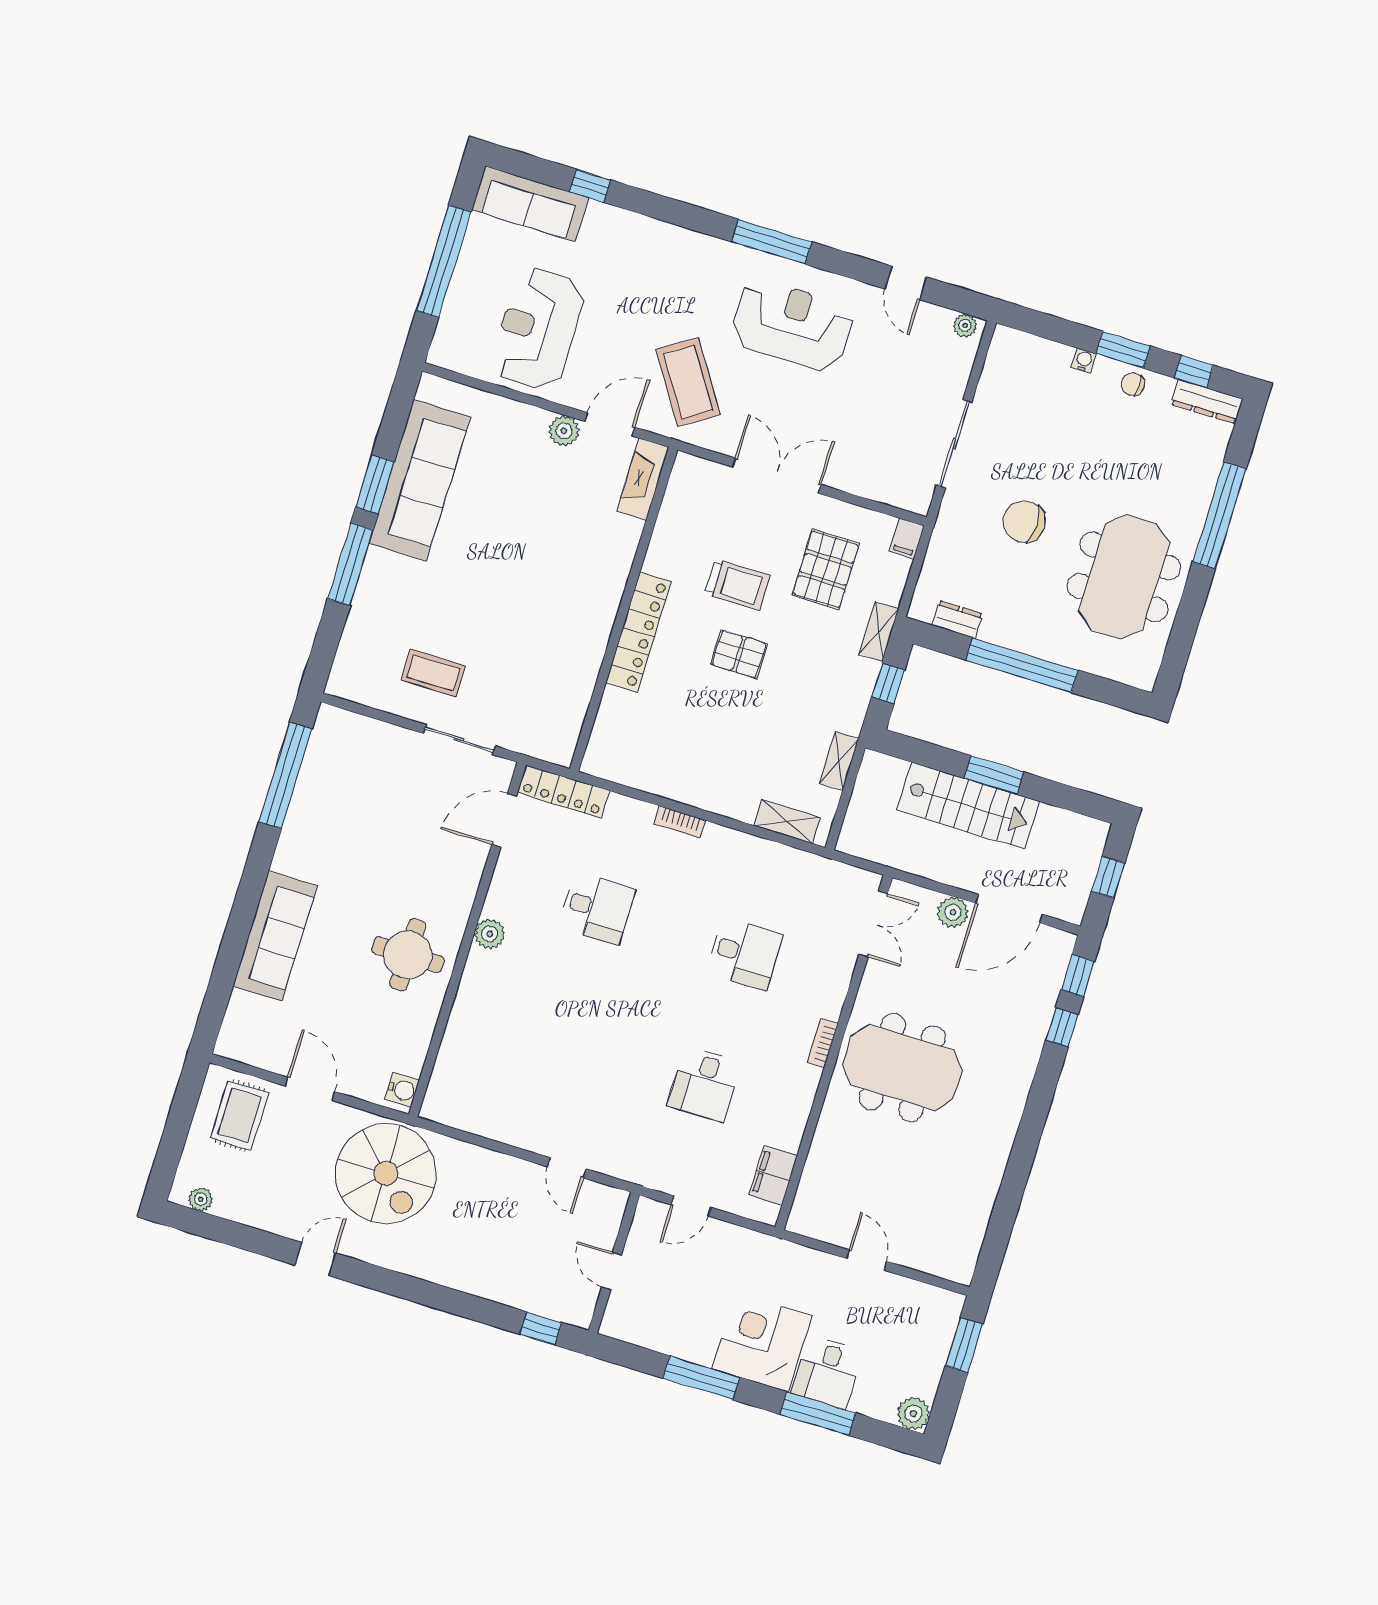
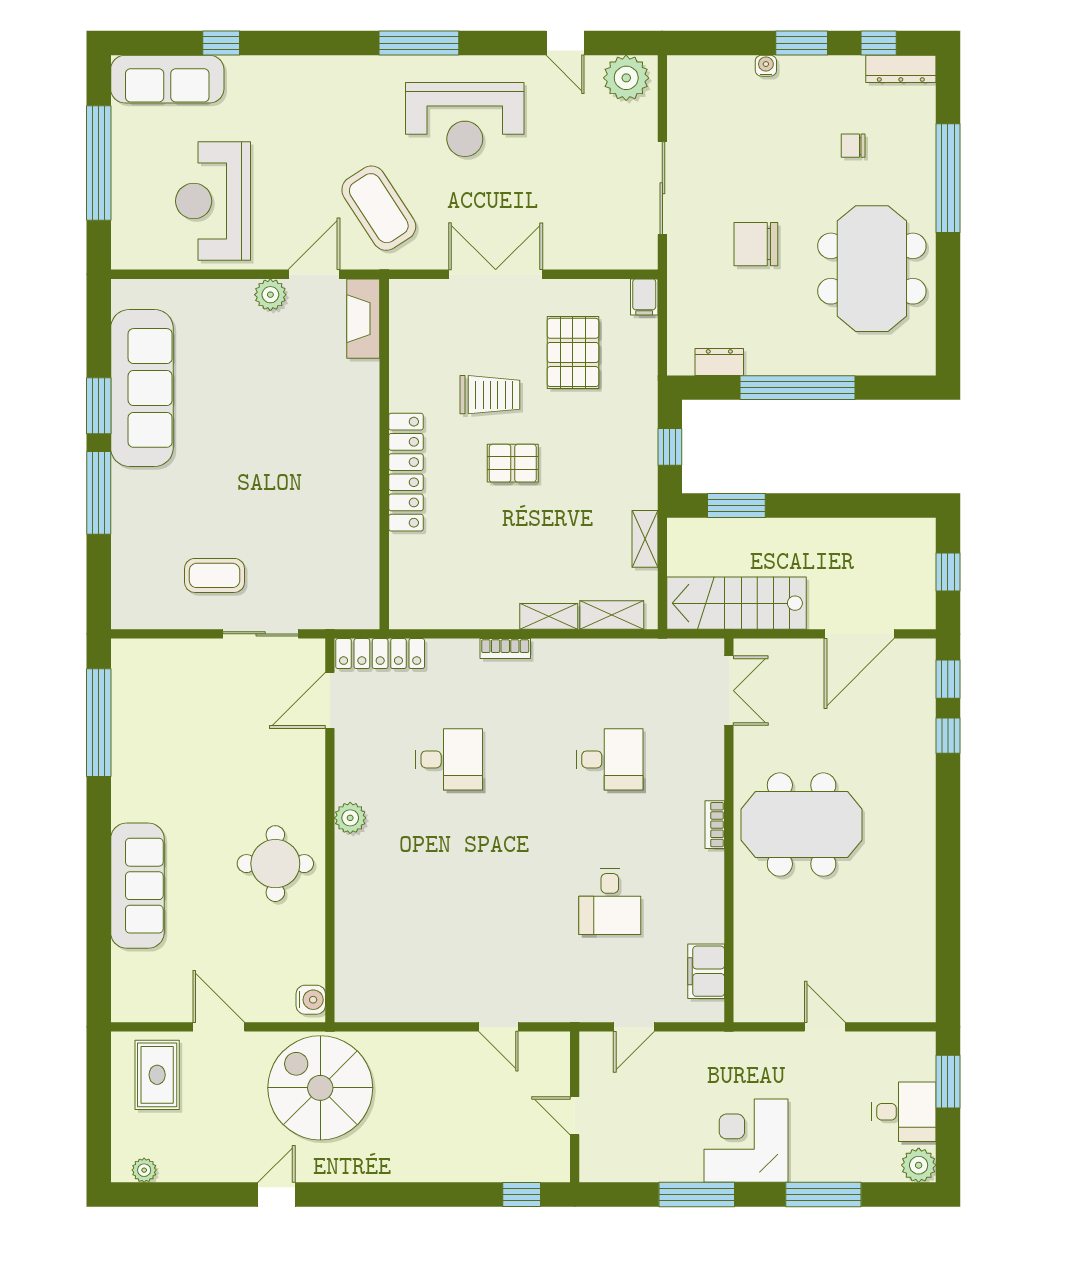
reception desk: (792, 325) -> (465, 120), turned 180
plant: (965, 325) -> (626, 78), width x1.88, depth x1.88
chair: (1133, 384) -> (853, 146), moved
shelving: (879, 631) -> (549, 616), moved, turned 90
window: (994, 775) -> (736, 505), moved
stairs: (968, 806) -> (736, 603), moved, turned 180
plant: (953, 912) -> (804, 655), removed
spiral stairs: (386, 1173) -> (320, 1088), turned 180
desk: (827, 1372) -> (904, 1112), moved, turned -90

